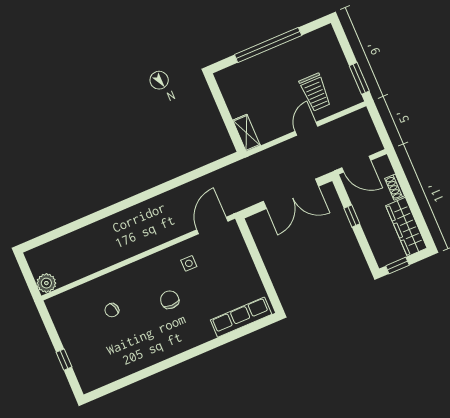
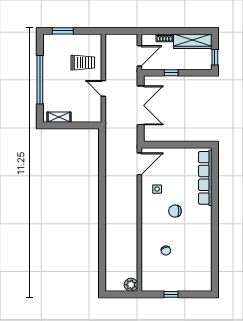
window: (359, 78) -> (63, 31), moved
door: (306, 129) -> (103, 88), moved
shelving: (246, 133) -> (59, 117), moved
door: (212, 225) -> (139, 164), swing flipped
row of seats: (241, 317) -> (205, 178), width x1.36
window: (64, 360) -> (171, 294), moved

